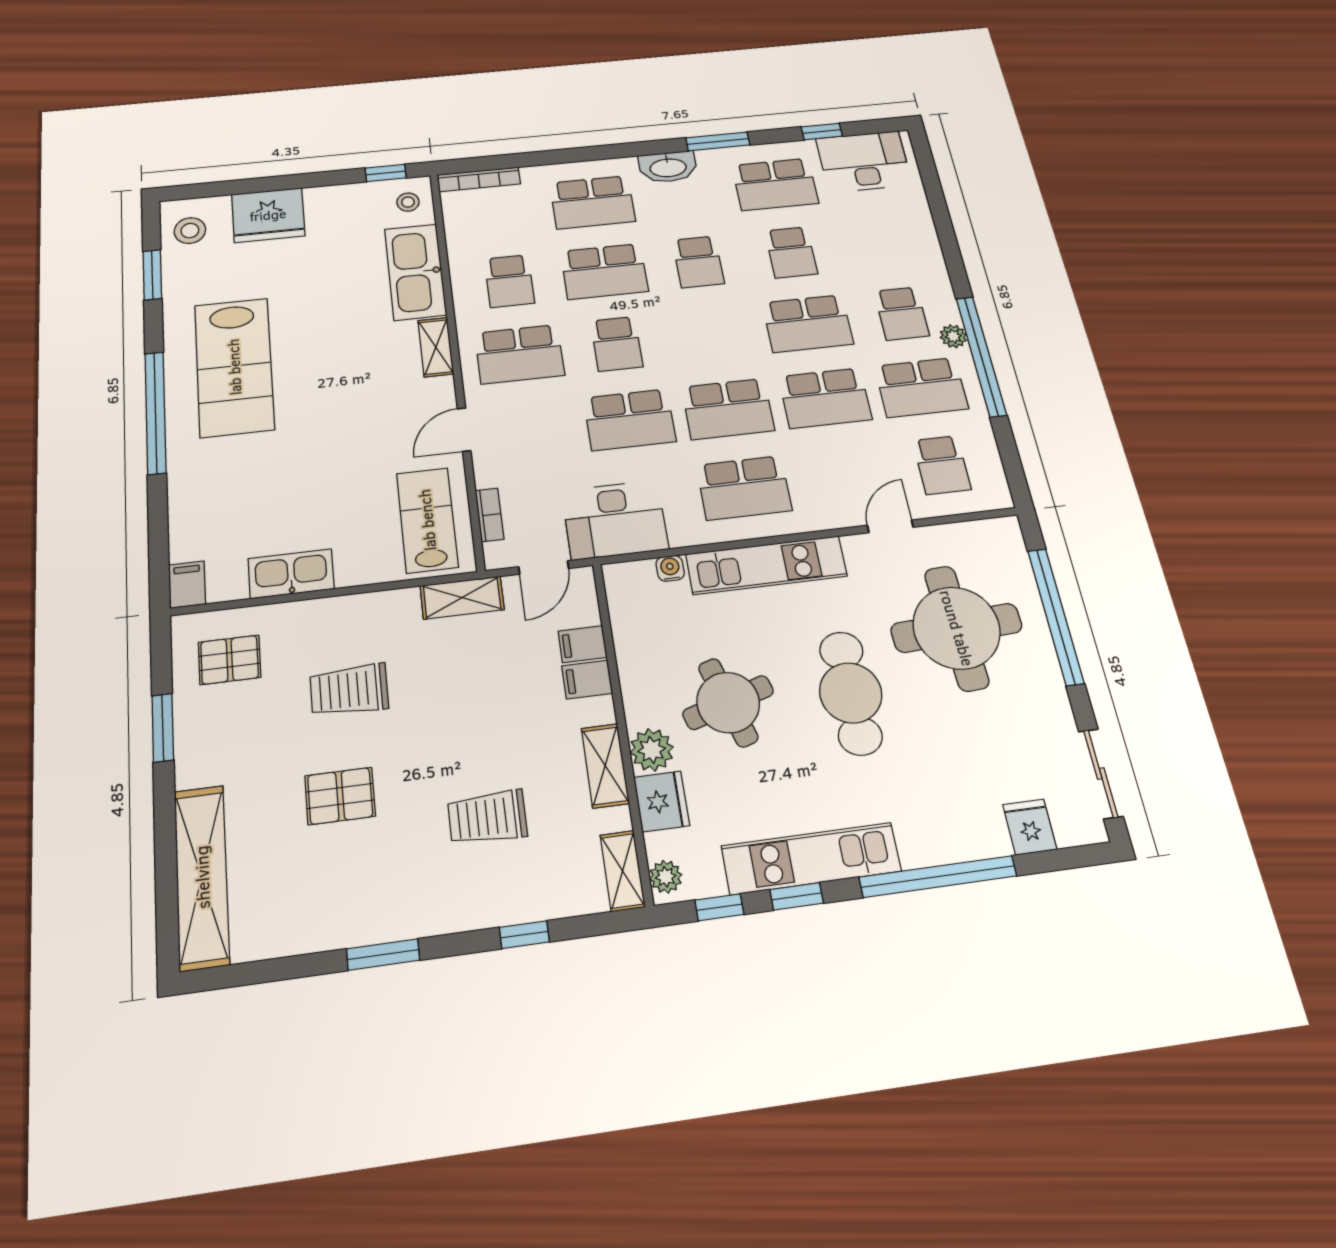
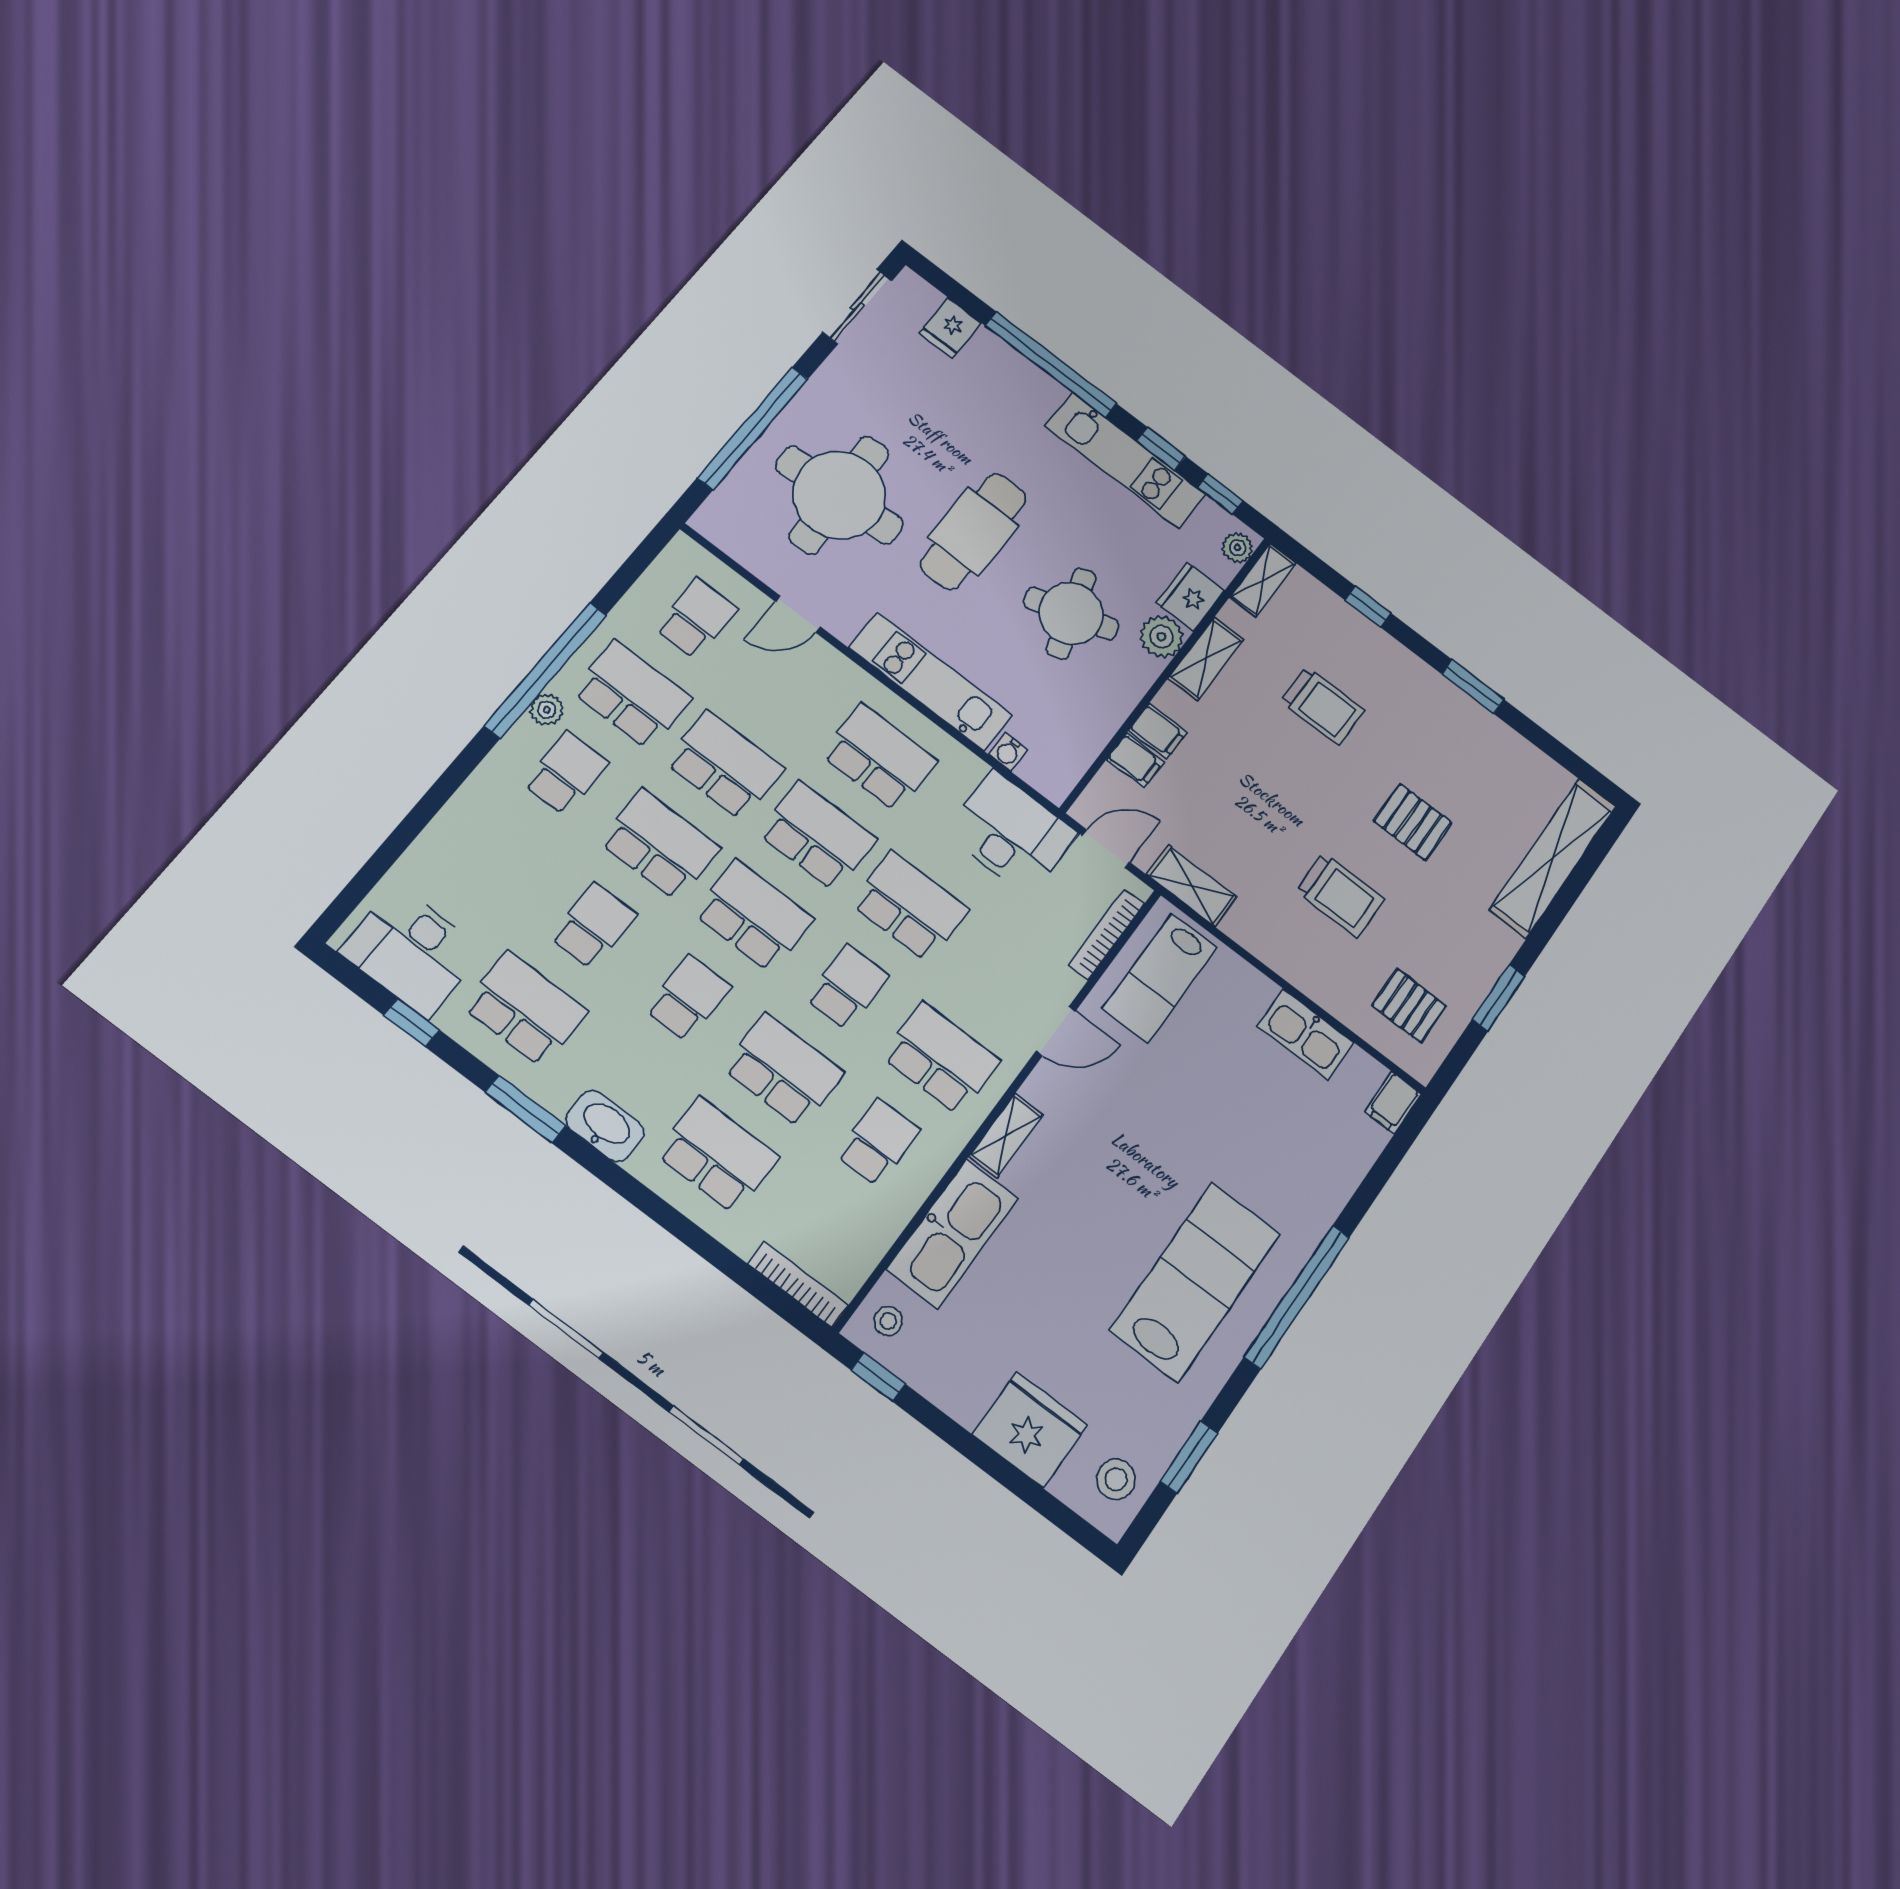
school desk: (713, 334) -> (753, 916), added
bookcase: (489, 515) -> (1106, 934), width x1.56

